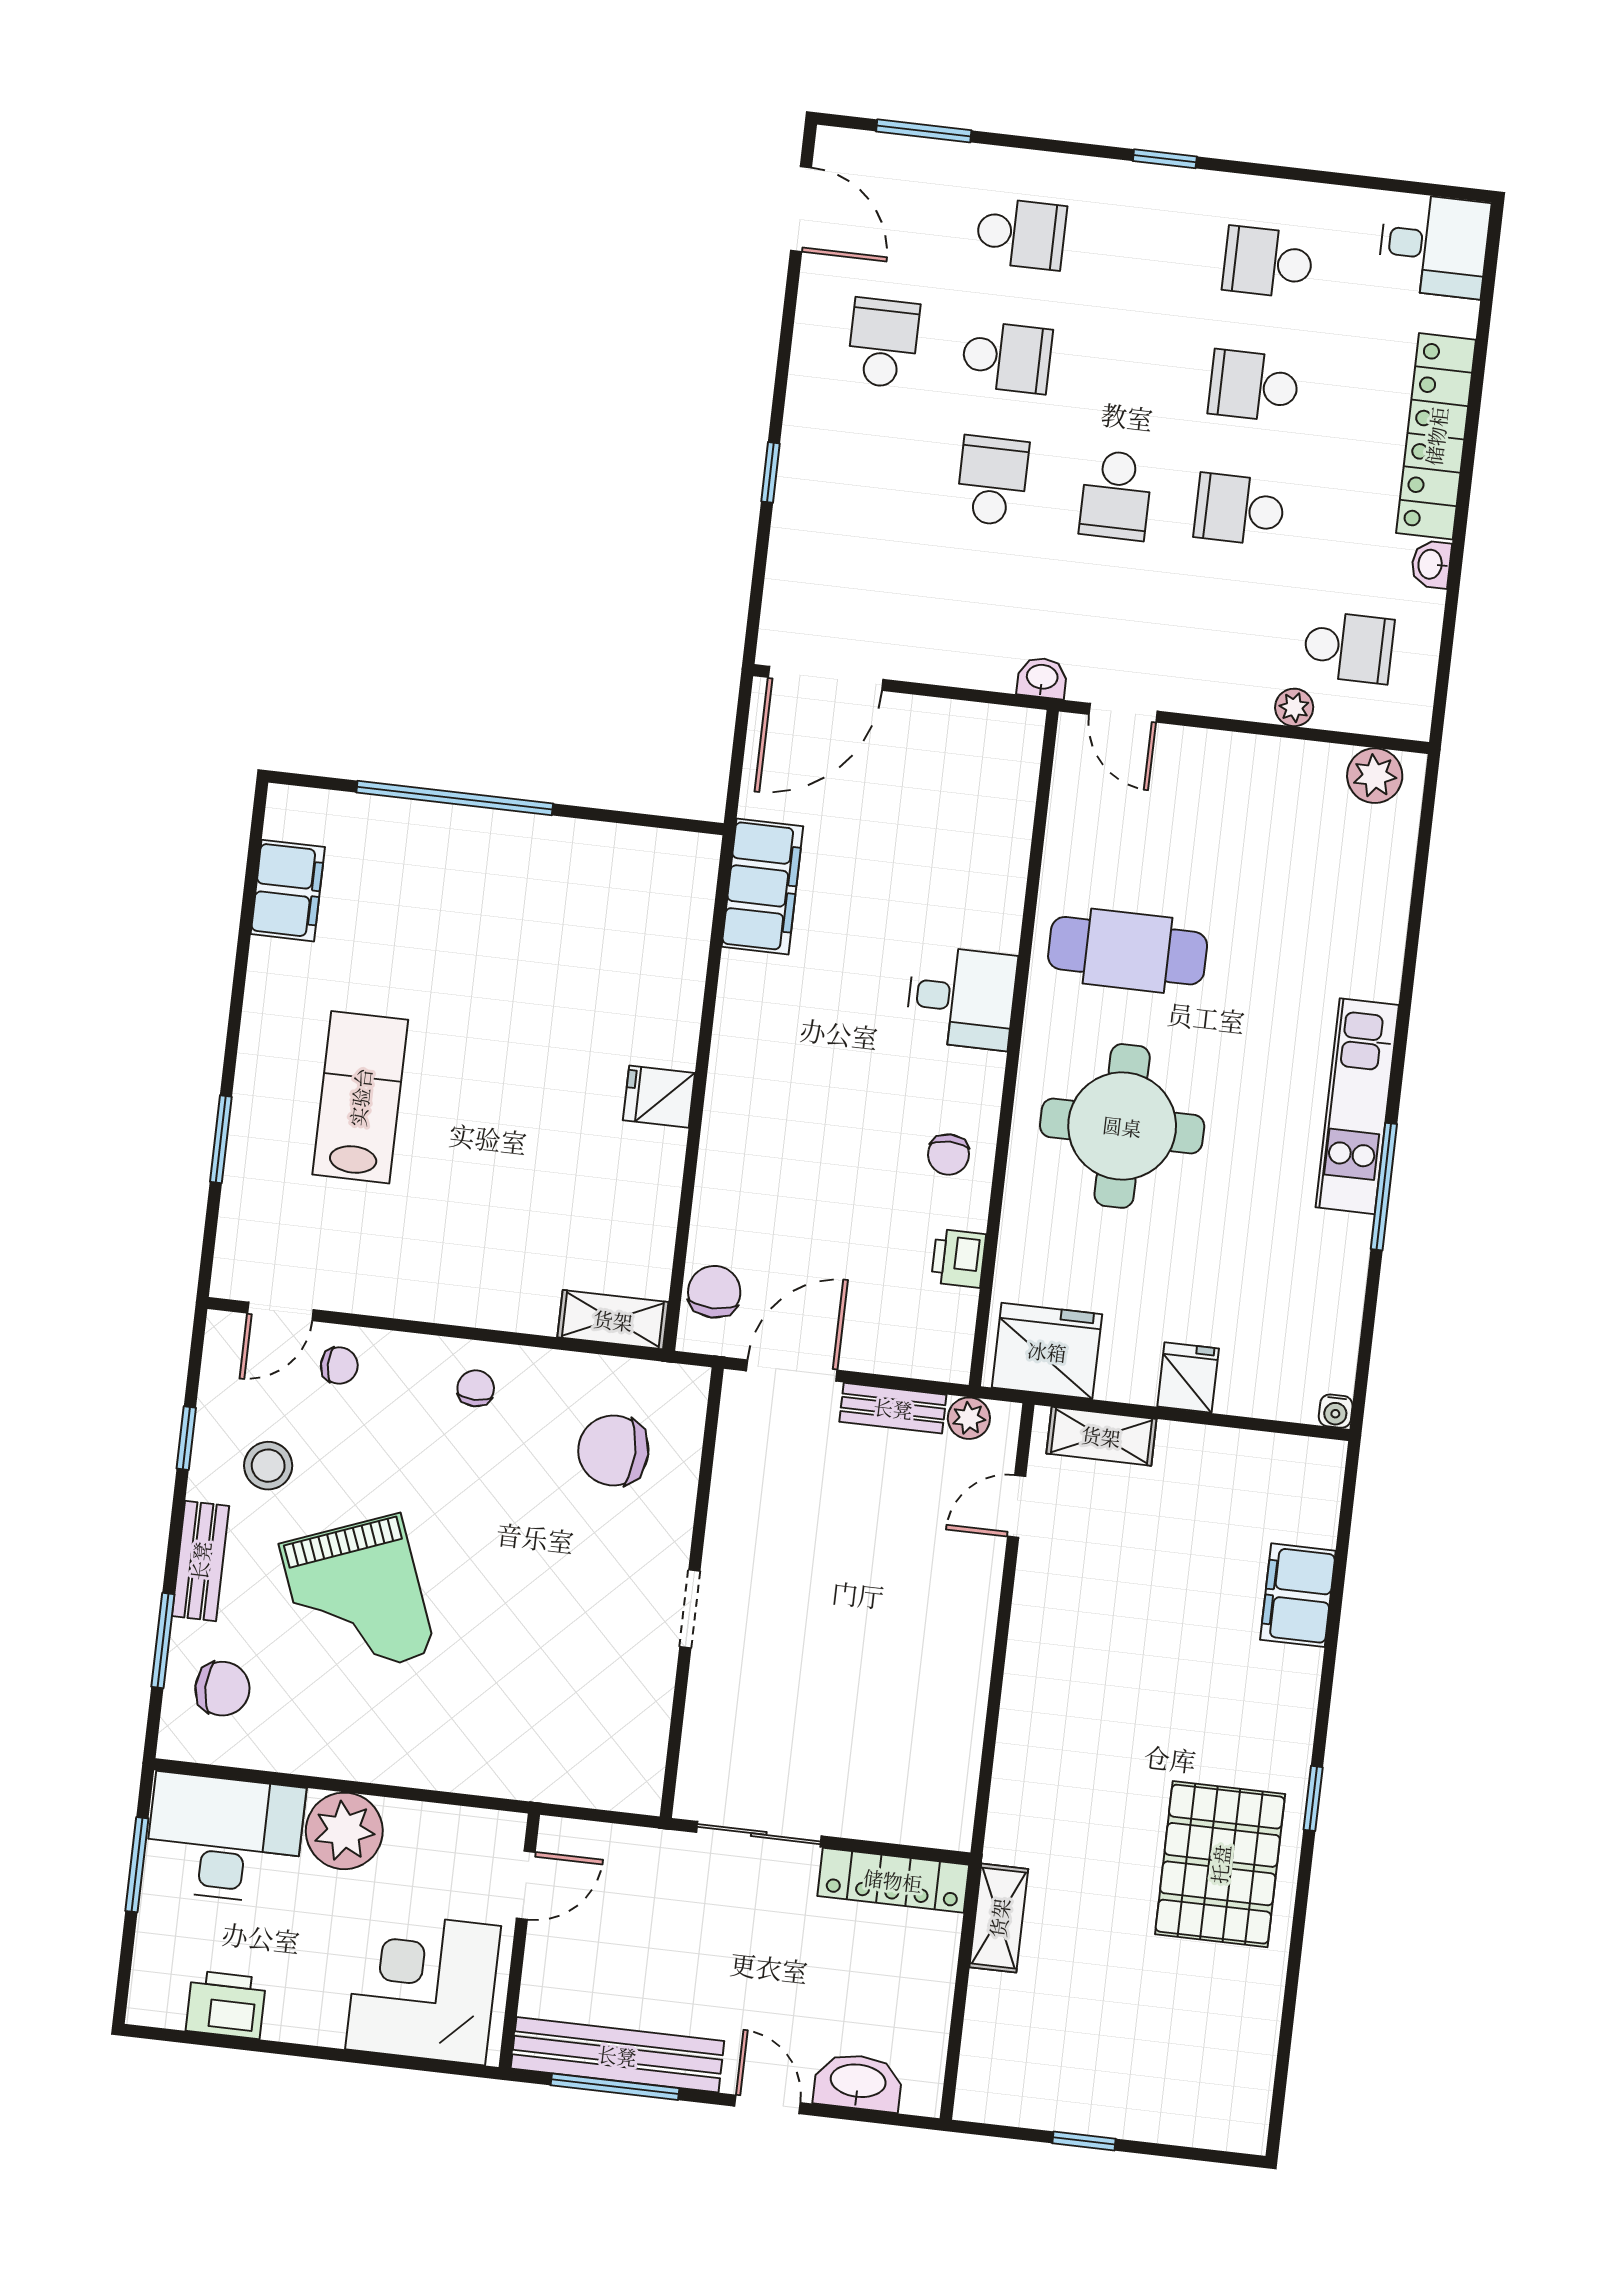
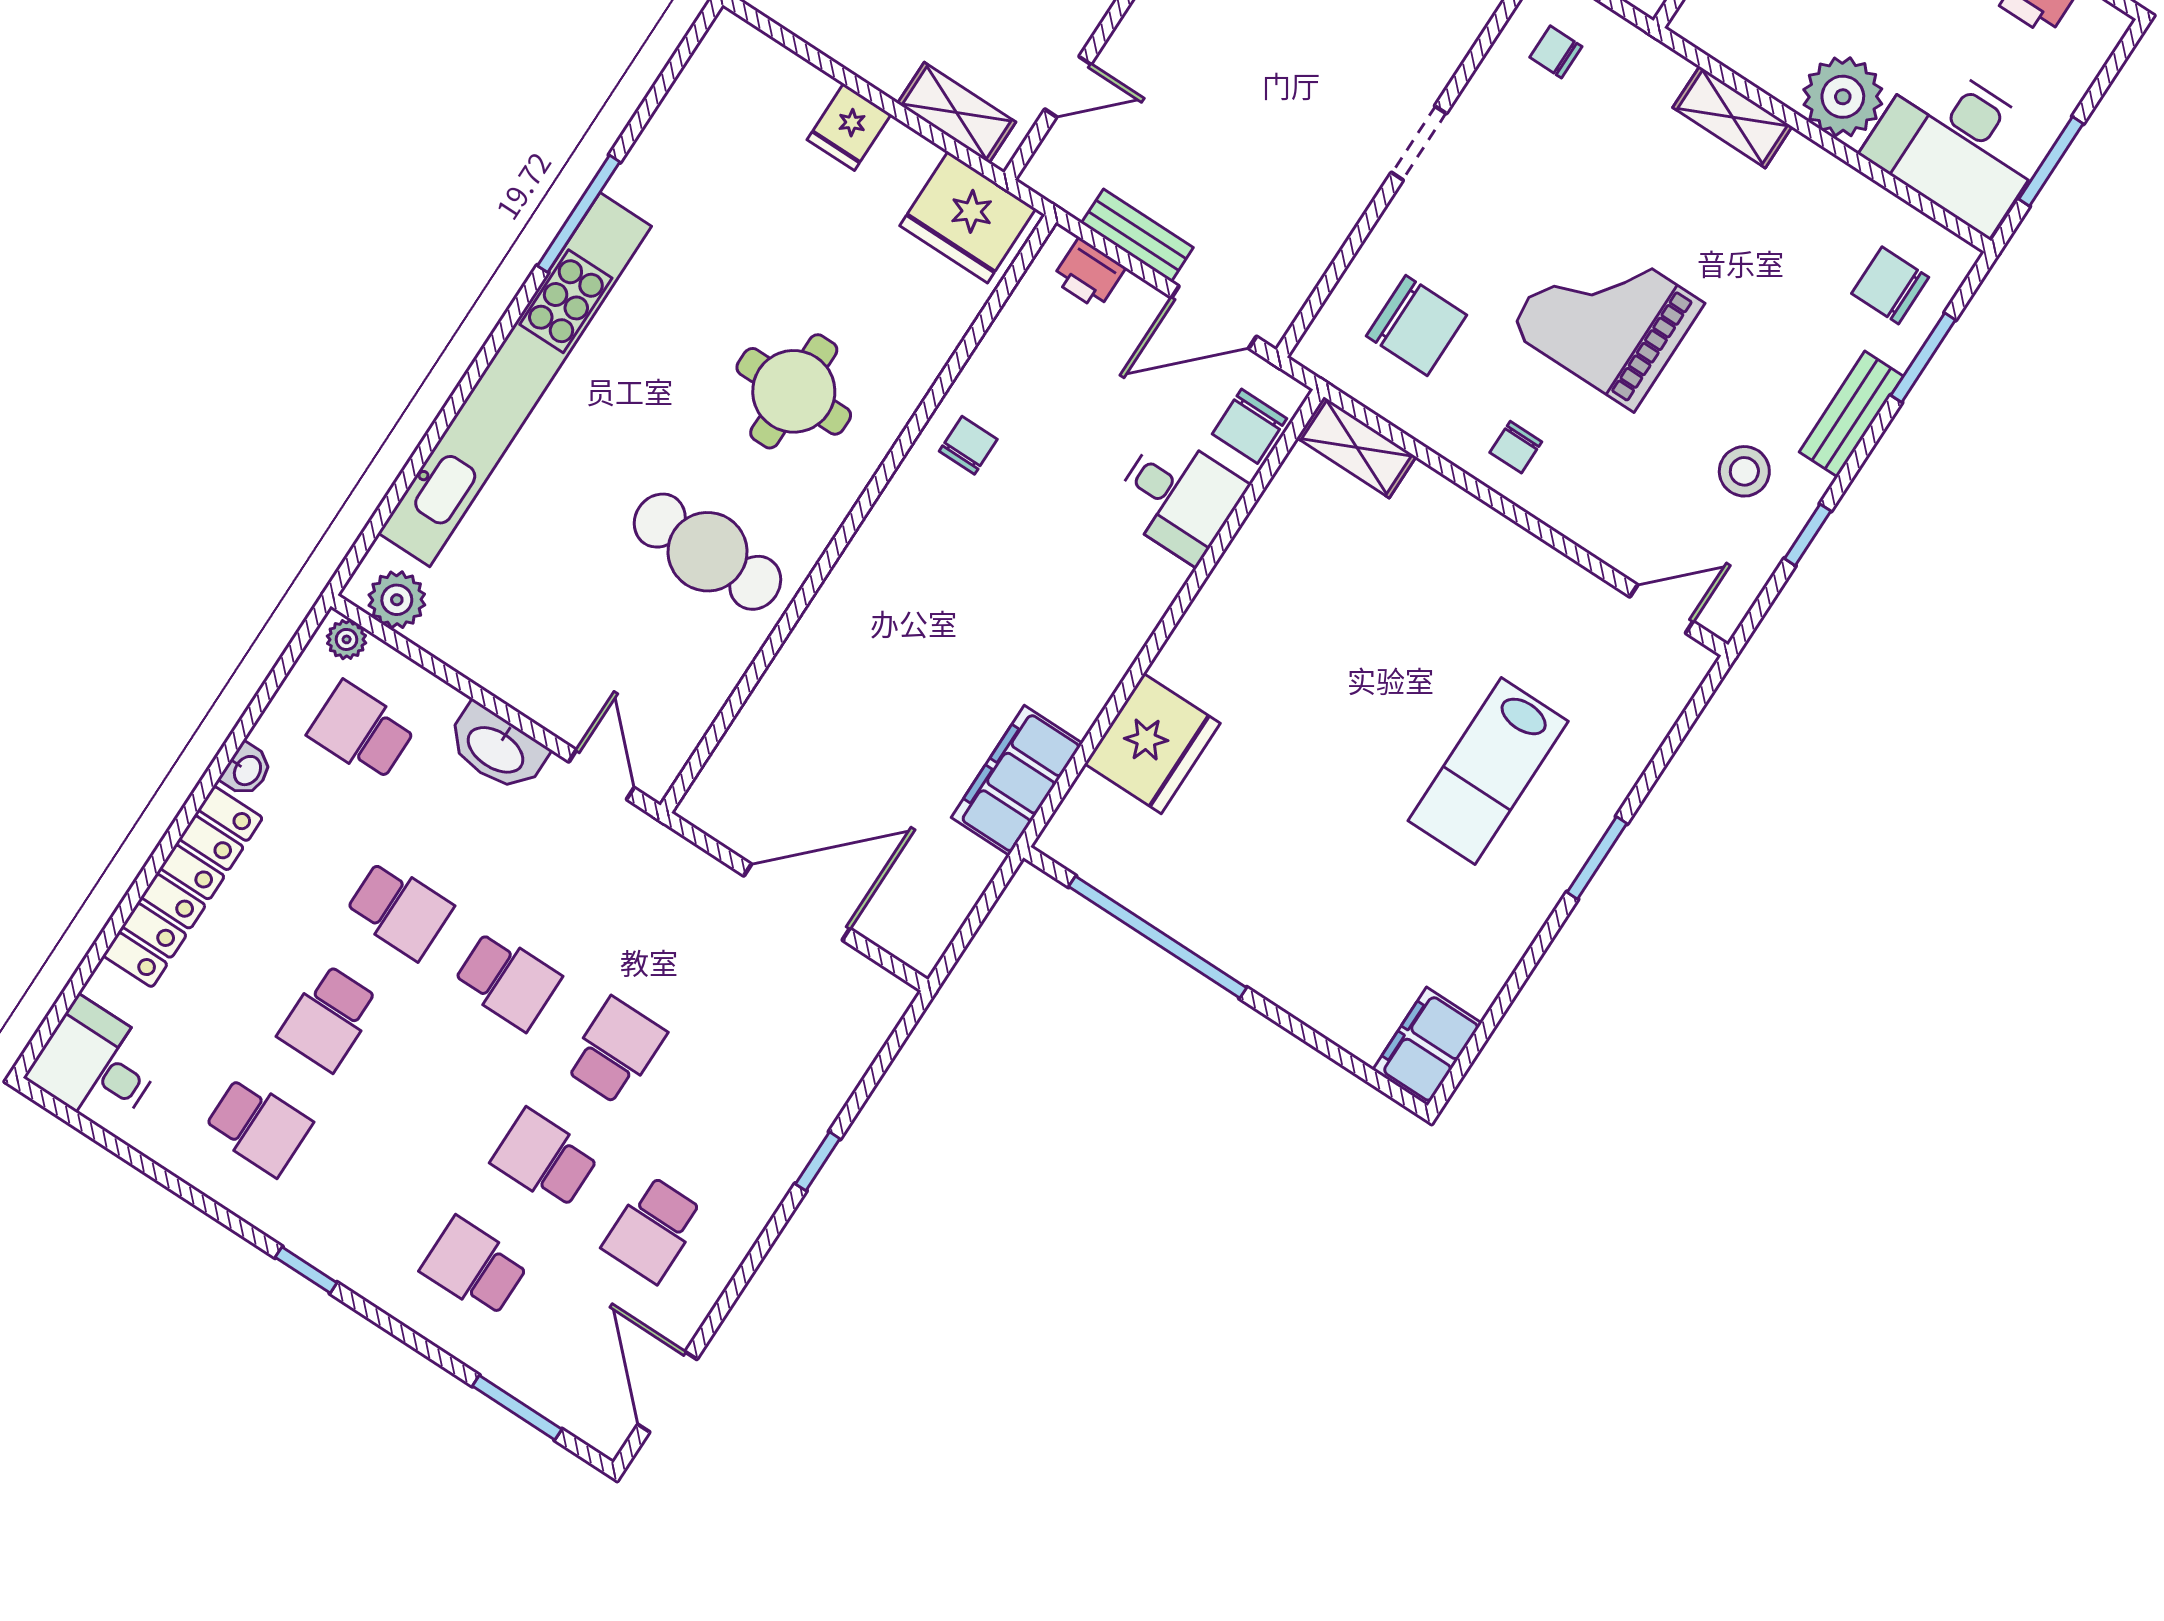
school desk: (1254, 386) -> (329, 1018), turned 90
school desk: (992, 481) -> (615, 1051), turned 180
school desk: (1116, 495) -> (507, 980), turned 90
door: (826, 678) -> (797, 902), moved
washbasin: (1042, 678) -> (496, 748), moved, width x1.91, depth x1.45
plant: (1294, 707) -> (347, 639), moved
window: (455, 798) -> (1158, 937), moved
filing cabinet: (288, 891) -> (1427, 1046), moved
desk: (961, 998) -> (1179, 497), moved, turned 180
fridge: (659, 1097) -> (1152, 743), moved, width x1.88, depth x1.34
kitchen unit: (1357, 1106) -> (515, 380), width x1.86
round table: (1122, 1126) -> (794, 391), width x0.73, depth x0.73
window: (221, 1139) -> (1597, 858), moved
printer: (959, 1258) -> (1089, 274), moved, turned 90
chair: (339, 1366) -> (1556, 52), moved
water cooler: (1336, 1411) -> (727, 28), removed
plant: (969, 1418) -> (1071, 191), removed
grand piano: (357, 1598) -> (1606, 317), moved, turned -69
shelving: (431, 1766) -> (1732, 117), added

